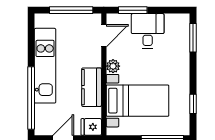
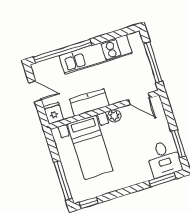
window: (133, 10) -> (178, 144), moved
desk: (148, 31) -> (164, 159), moved, turned 90
window: (193, 104) -> (89, 203), moved

